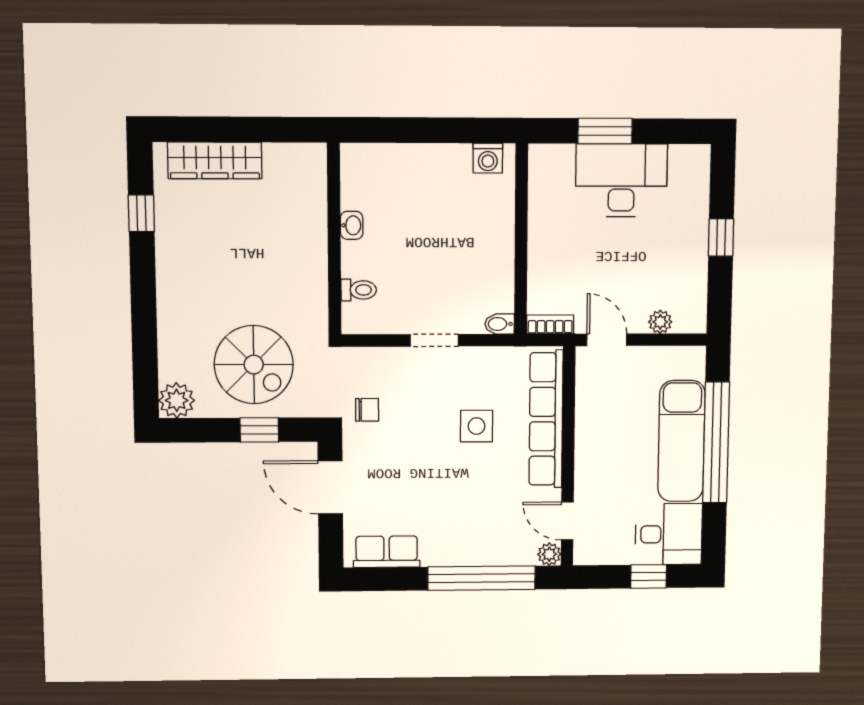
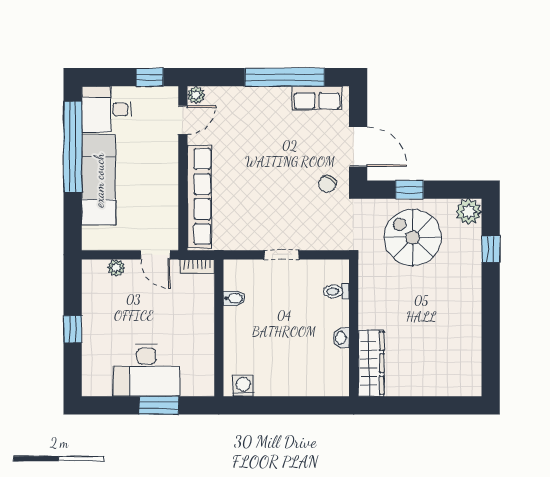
wardrobe: (215, 160) -> (371, 363), moved, turned 90
window: (141, 213) -> (491, 249), moved
bidet: (500, 324) -> (234, 298), moved
chair: (367, 410) -> (327, 184), moved, turned -54
side table: (476, 426) -> (251, 192), removed
window: (716, 443) -> (73, 147), moved
door: (567, 521) -> (183, 120), hinge flipped
window: (649, 576) -> (150, 77), moved
window: (482, 578) -> (285, 77), moved

